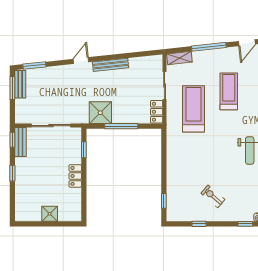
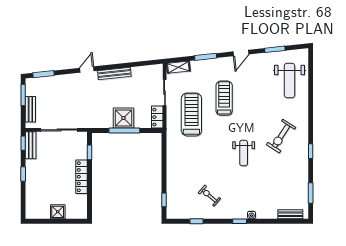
window: (209, 47) -> (206, 57), width x0.69
bench: (20, 84) -> (30, 109), moved
shower: (100, 113) -> (124, 118), moved
locker: (75, 176) -> (82, 177), width x1.53

